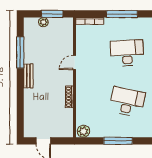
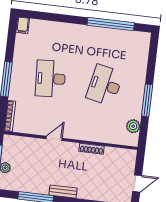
door: (74, 63) -> (54, 138), swing flipped
plant: (83, 131) -> (133, 126), moved

